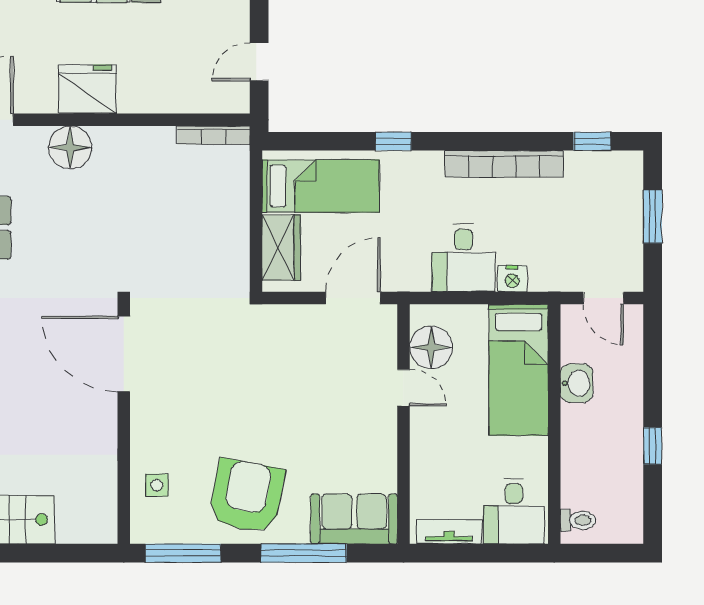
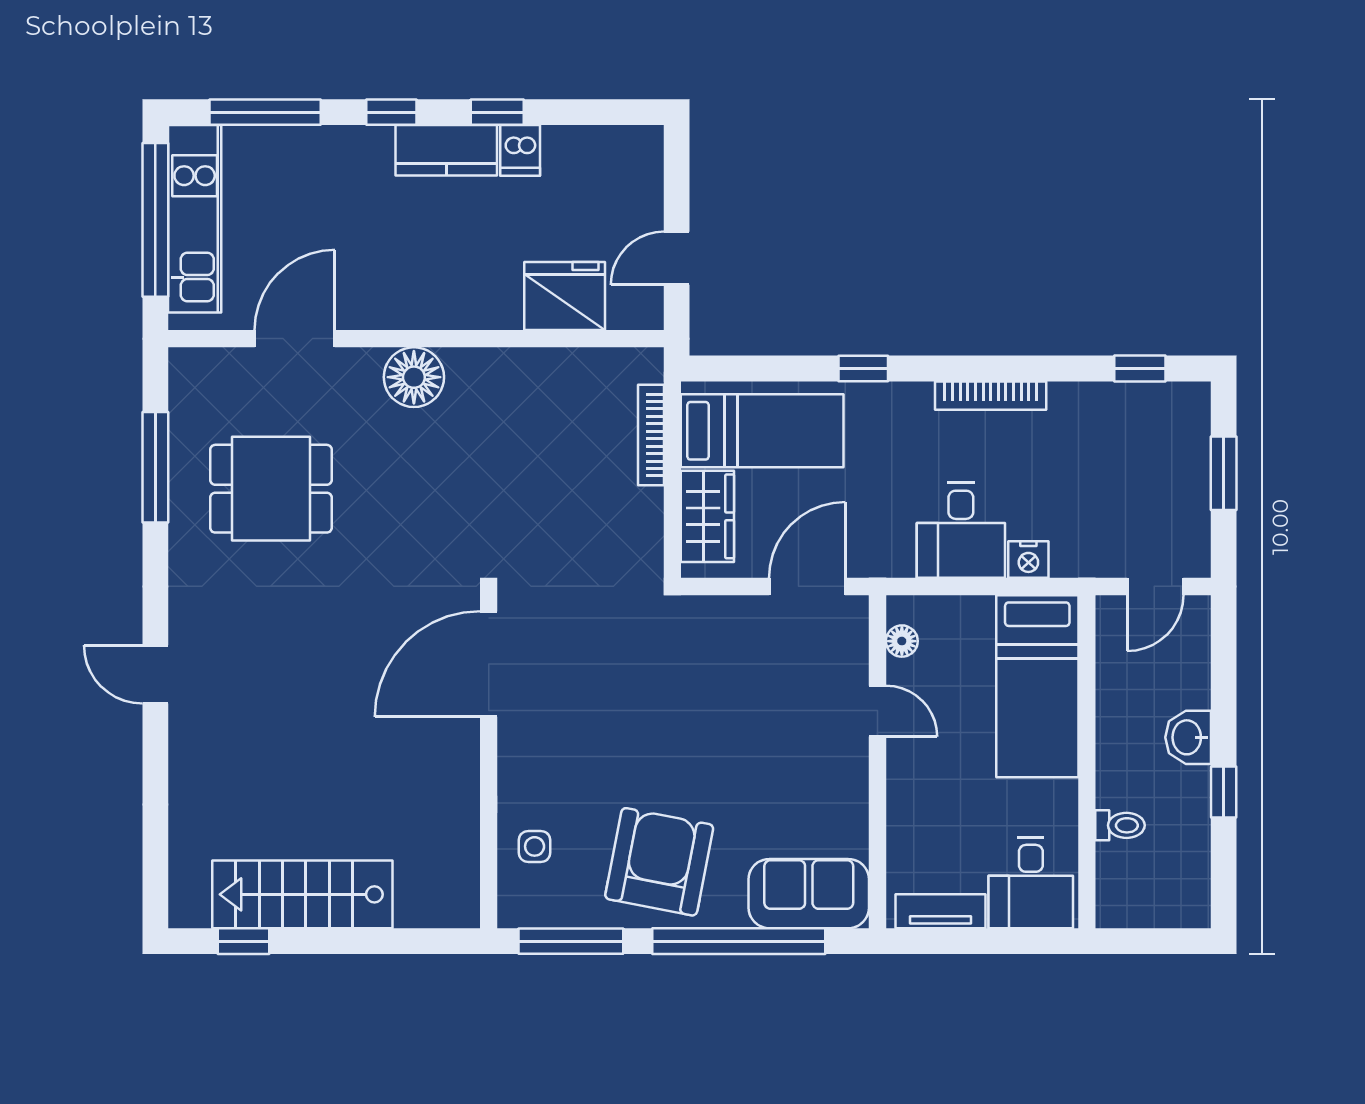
fridge: (87, 89) -> (565, 296), moved
bookcase: (214, 135) -> (651, 435), moved, turned 90
bookcase: (504, 164) -> (991, 396), width x0.68, depth x0.76
door: (603, 298) -> (1155, 586), hinge flipped
floor lamp: (431, 347) -> (902, 641), width x0.53, depth x0.53
door: (124, 354) -> (489, 664), hinge flipped
washbasin: (577, 383) -> (1188, 737), moved, turned 180
toilet: (578, 520) -> (1120, 825), moved
window: (304, 553) -> (739, 941), width x1.46

